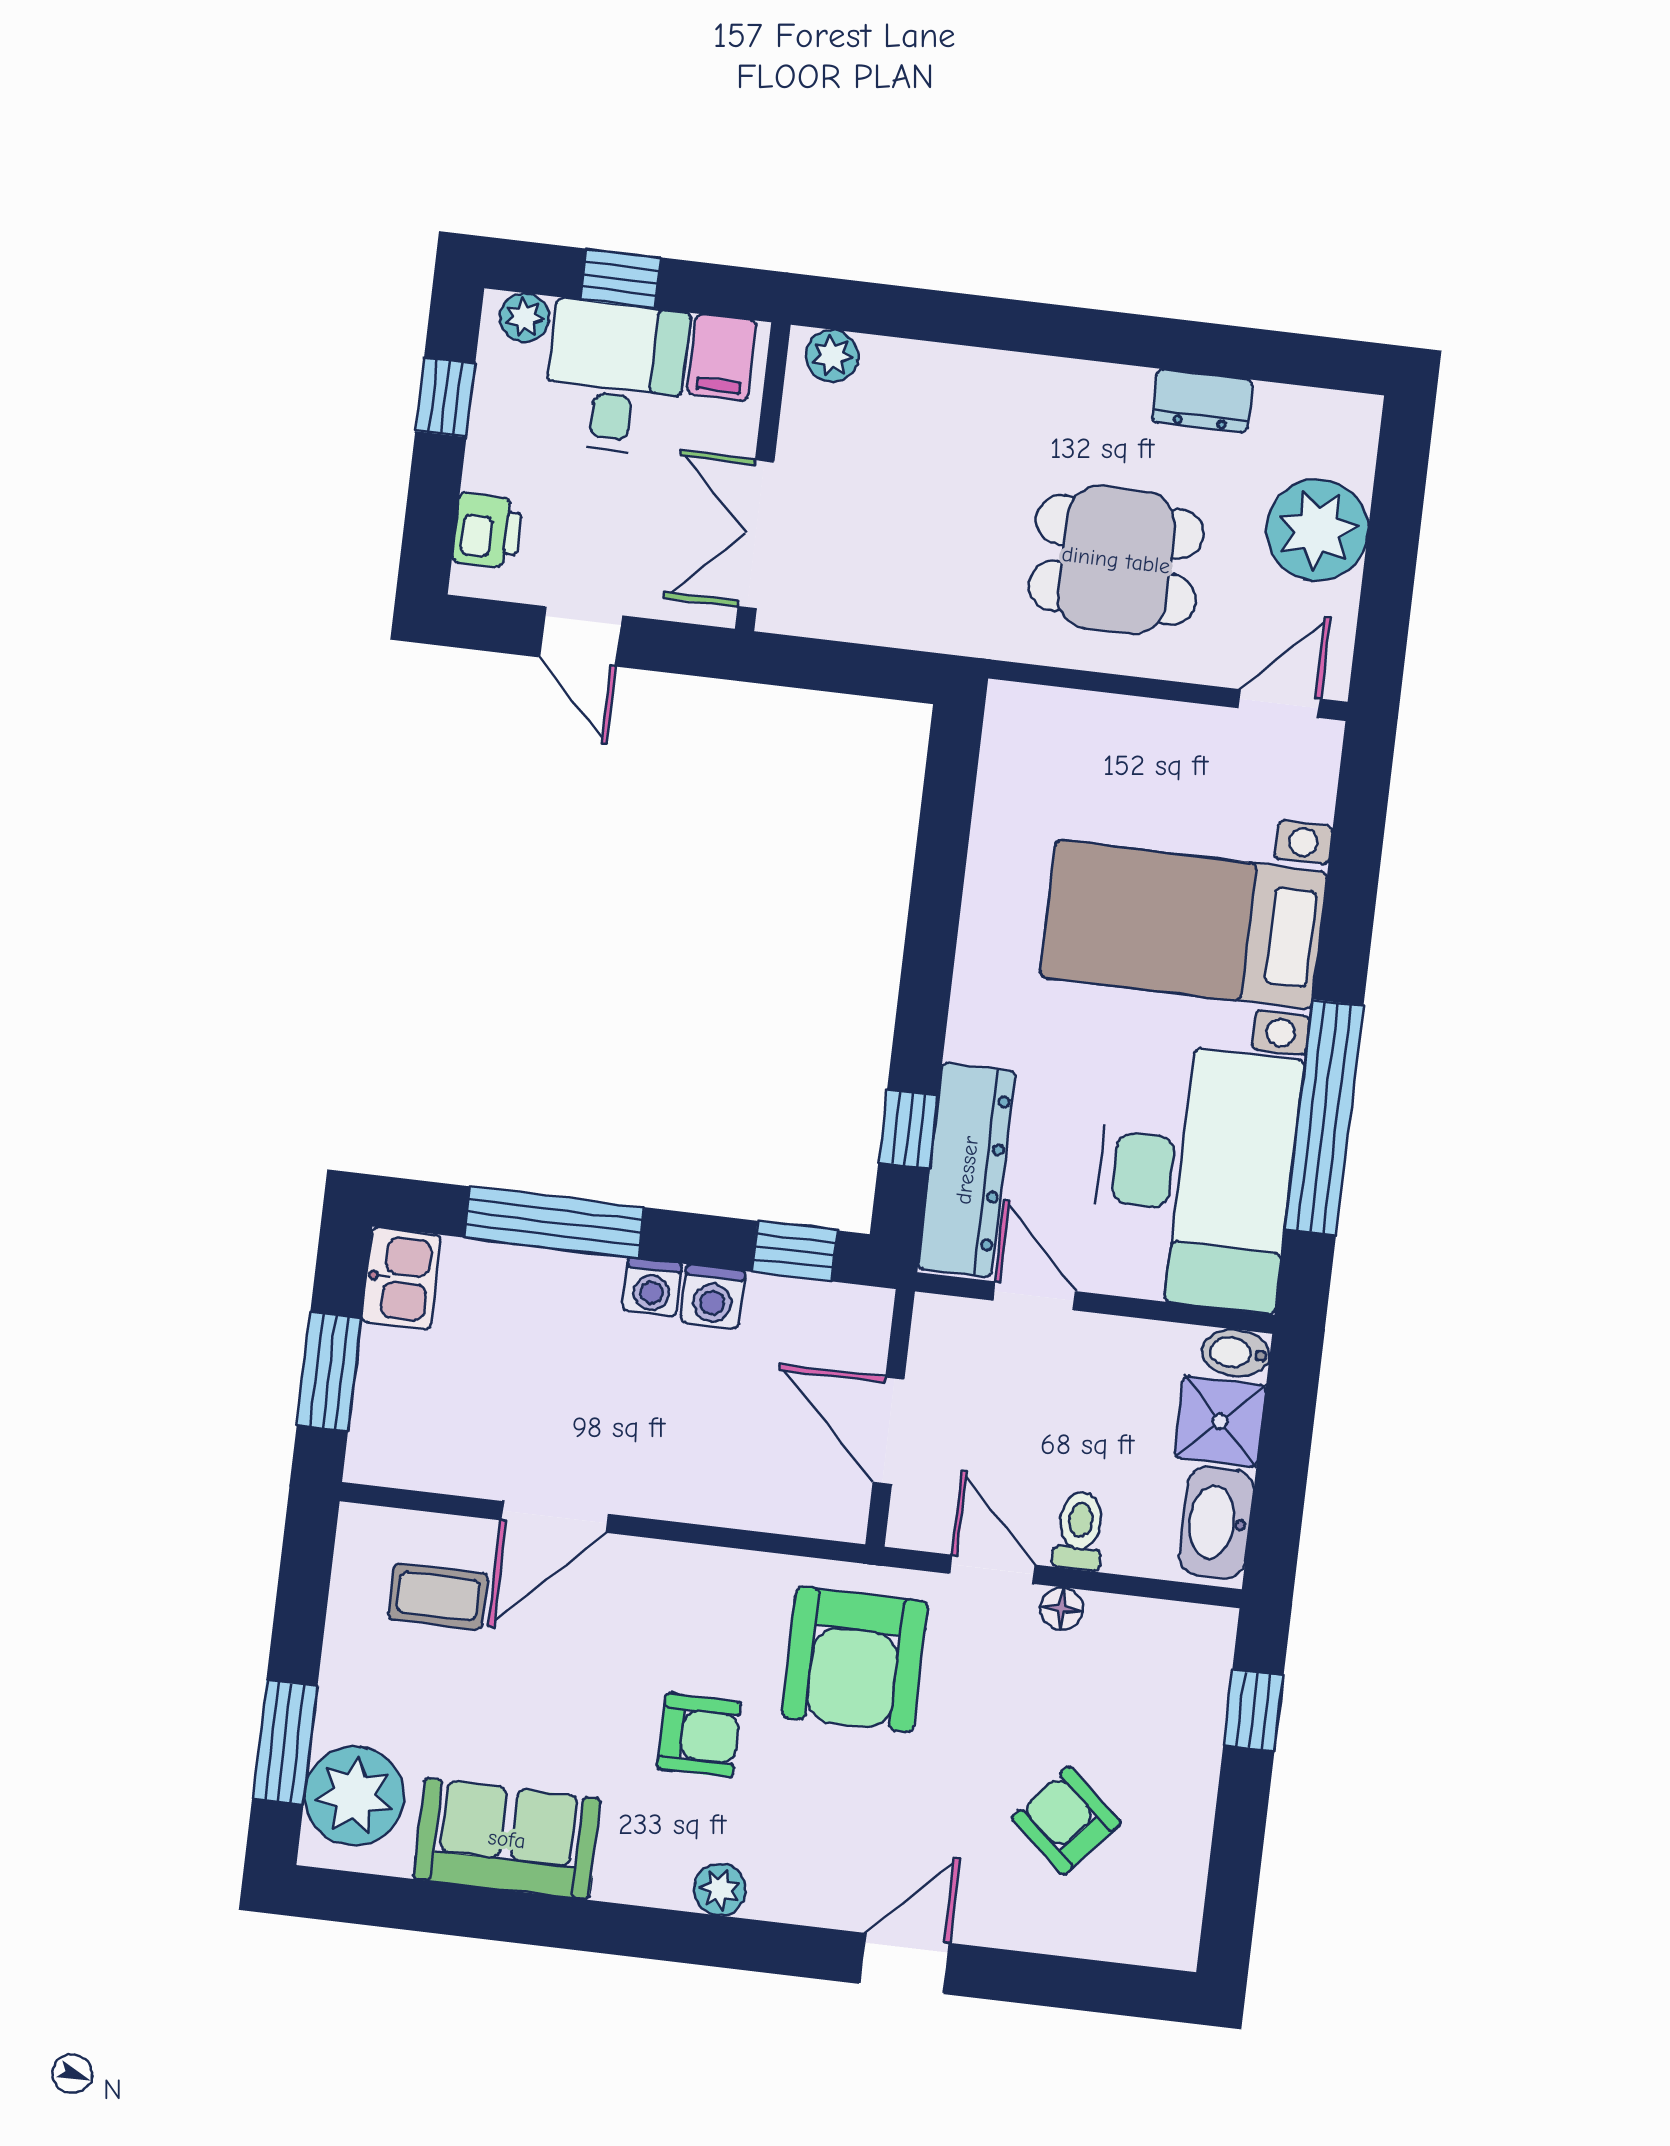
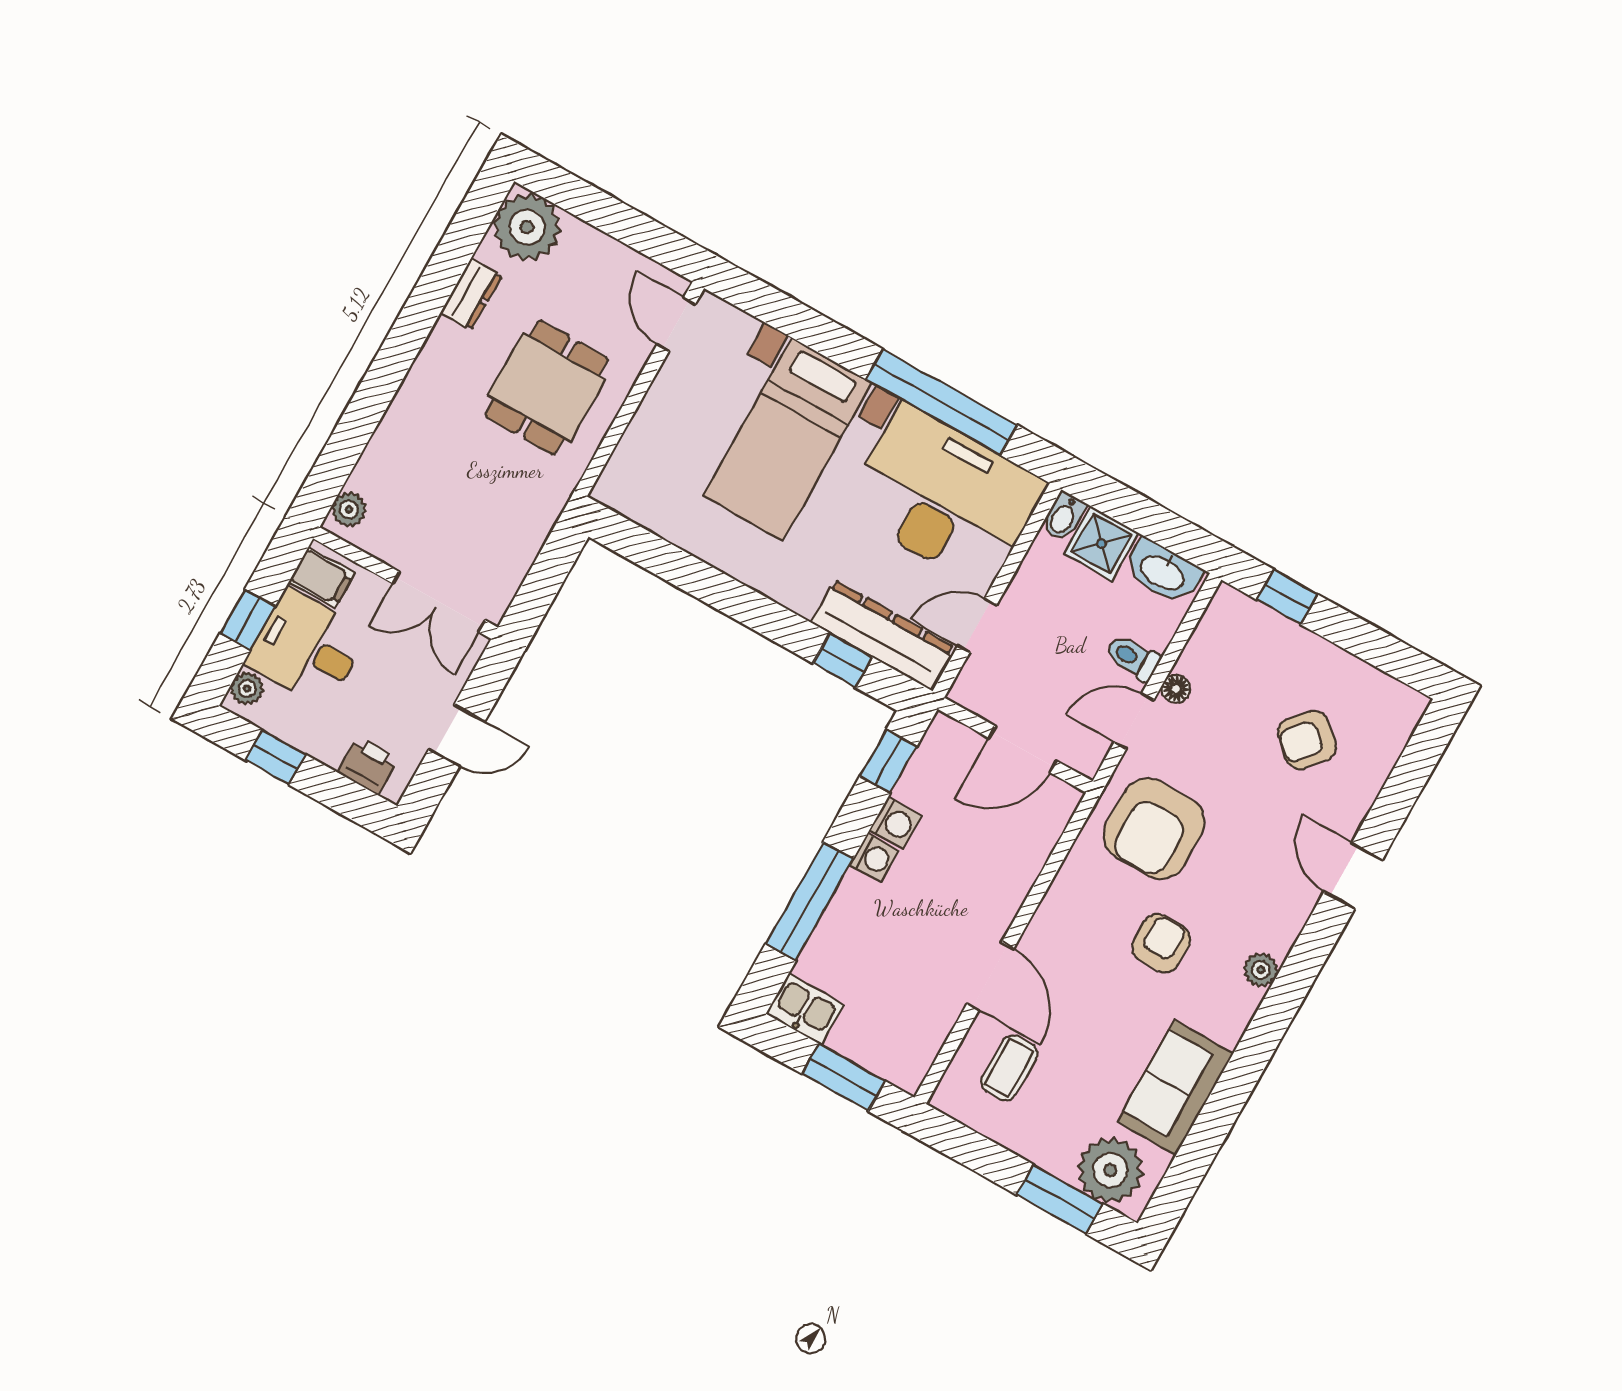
plant: (1317, 530) -> (527, 227), moved
armchair: (855, 1659) -> (1154, 829), turned 90

